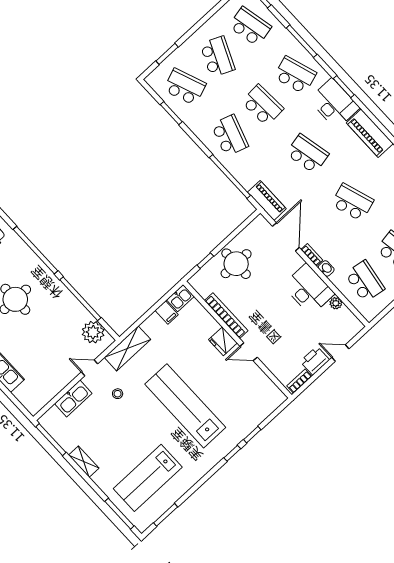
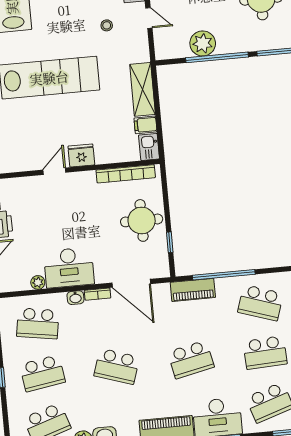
piano: (267, 200) -> (193, 290), moved
school desk: (352, 202) -> (117, 366), turned 36
window: (205, 261) -> (170, 242), moved
bookcase: (226, 316) -> (126, 174), moved
plant: (93, 332) -> (203, 43), moved
shelving: (127, 348) -> (143, 89), moved
door: (89, 368) -> (149, 18), hinge flipped

